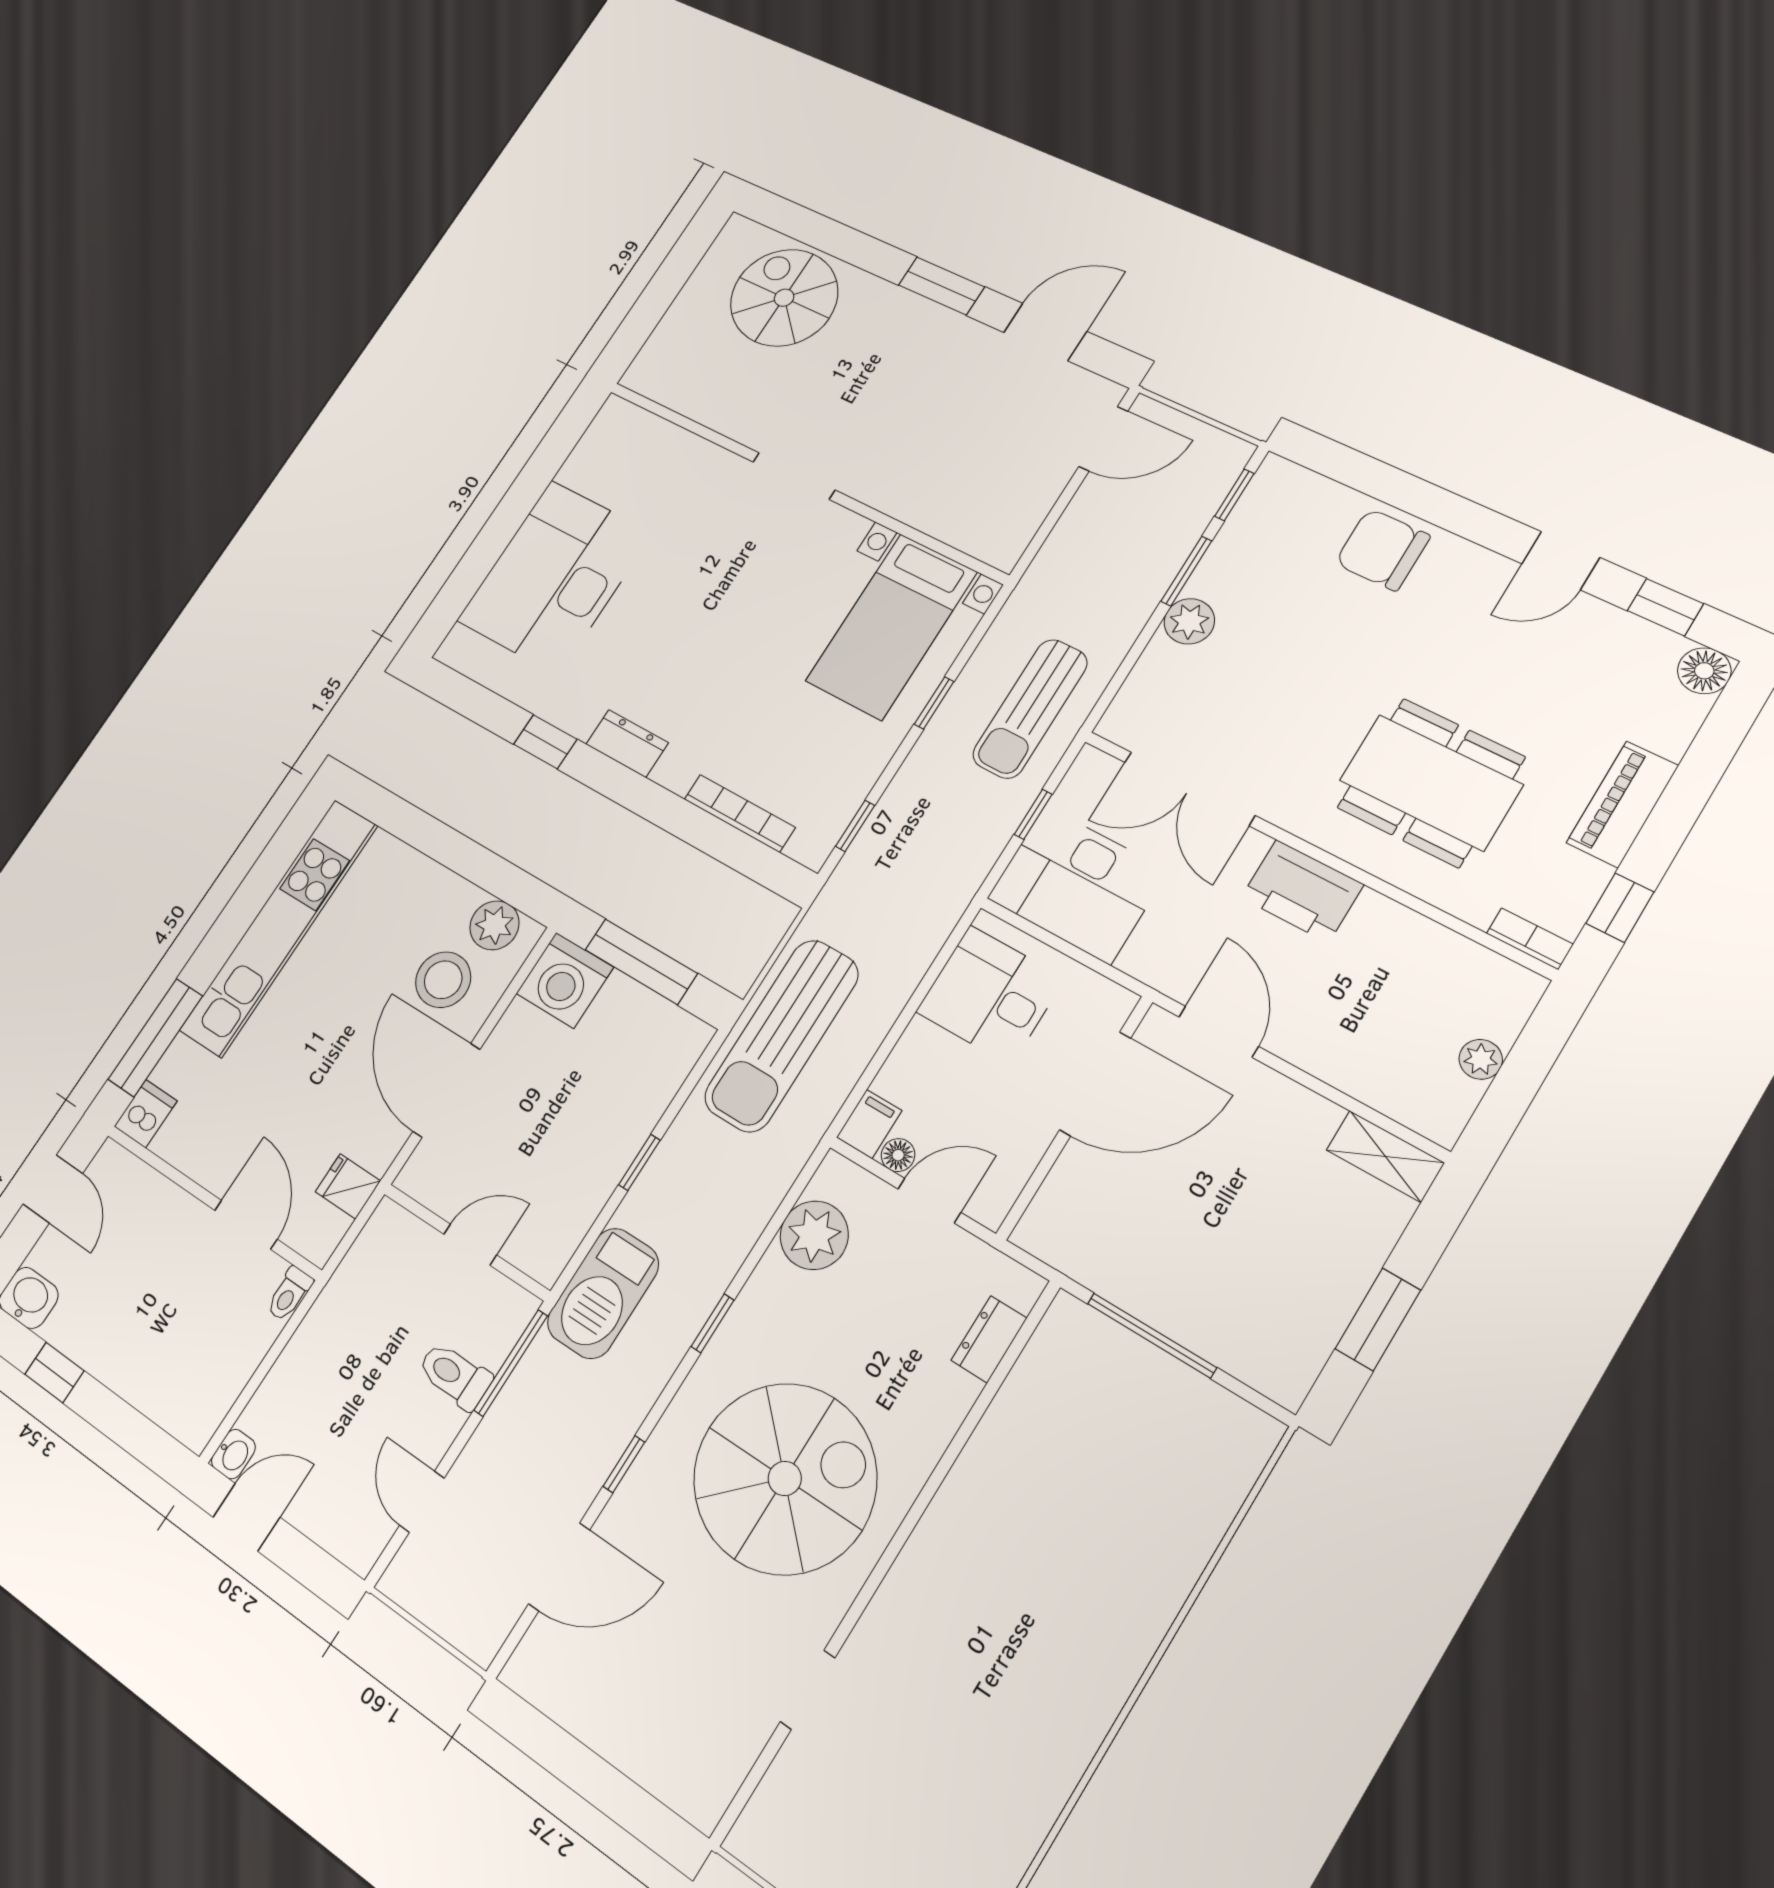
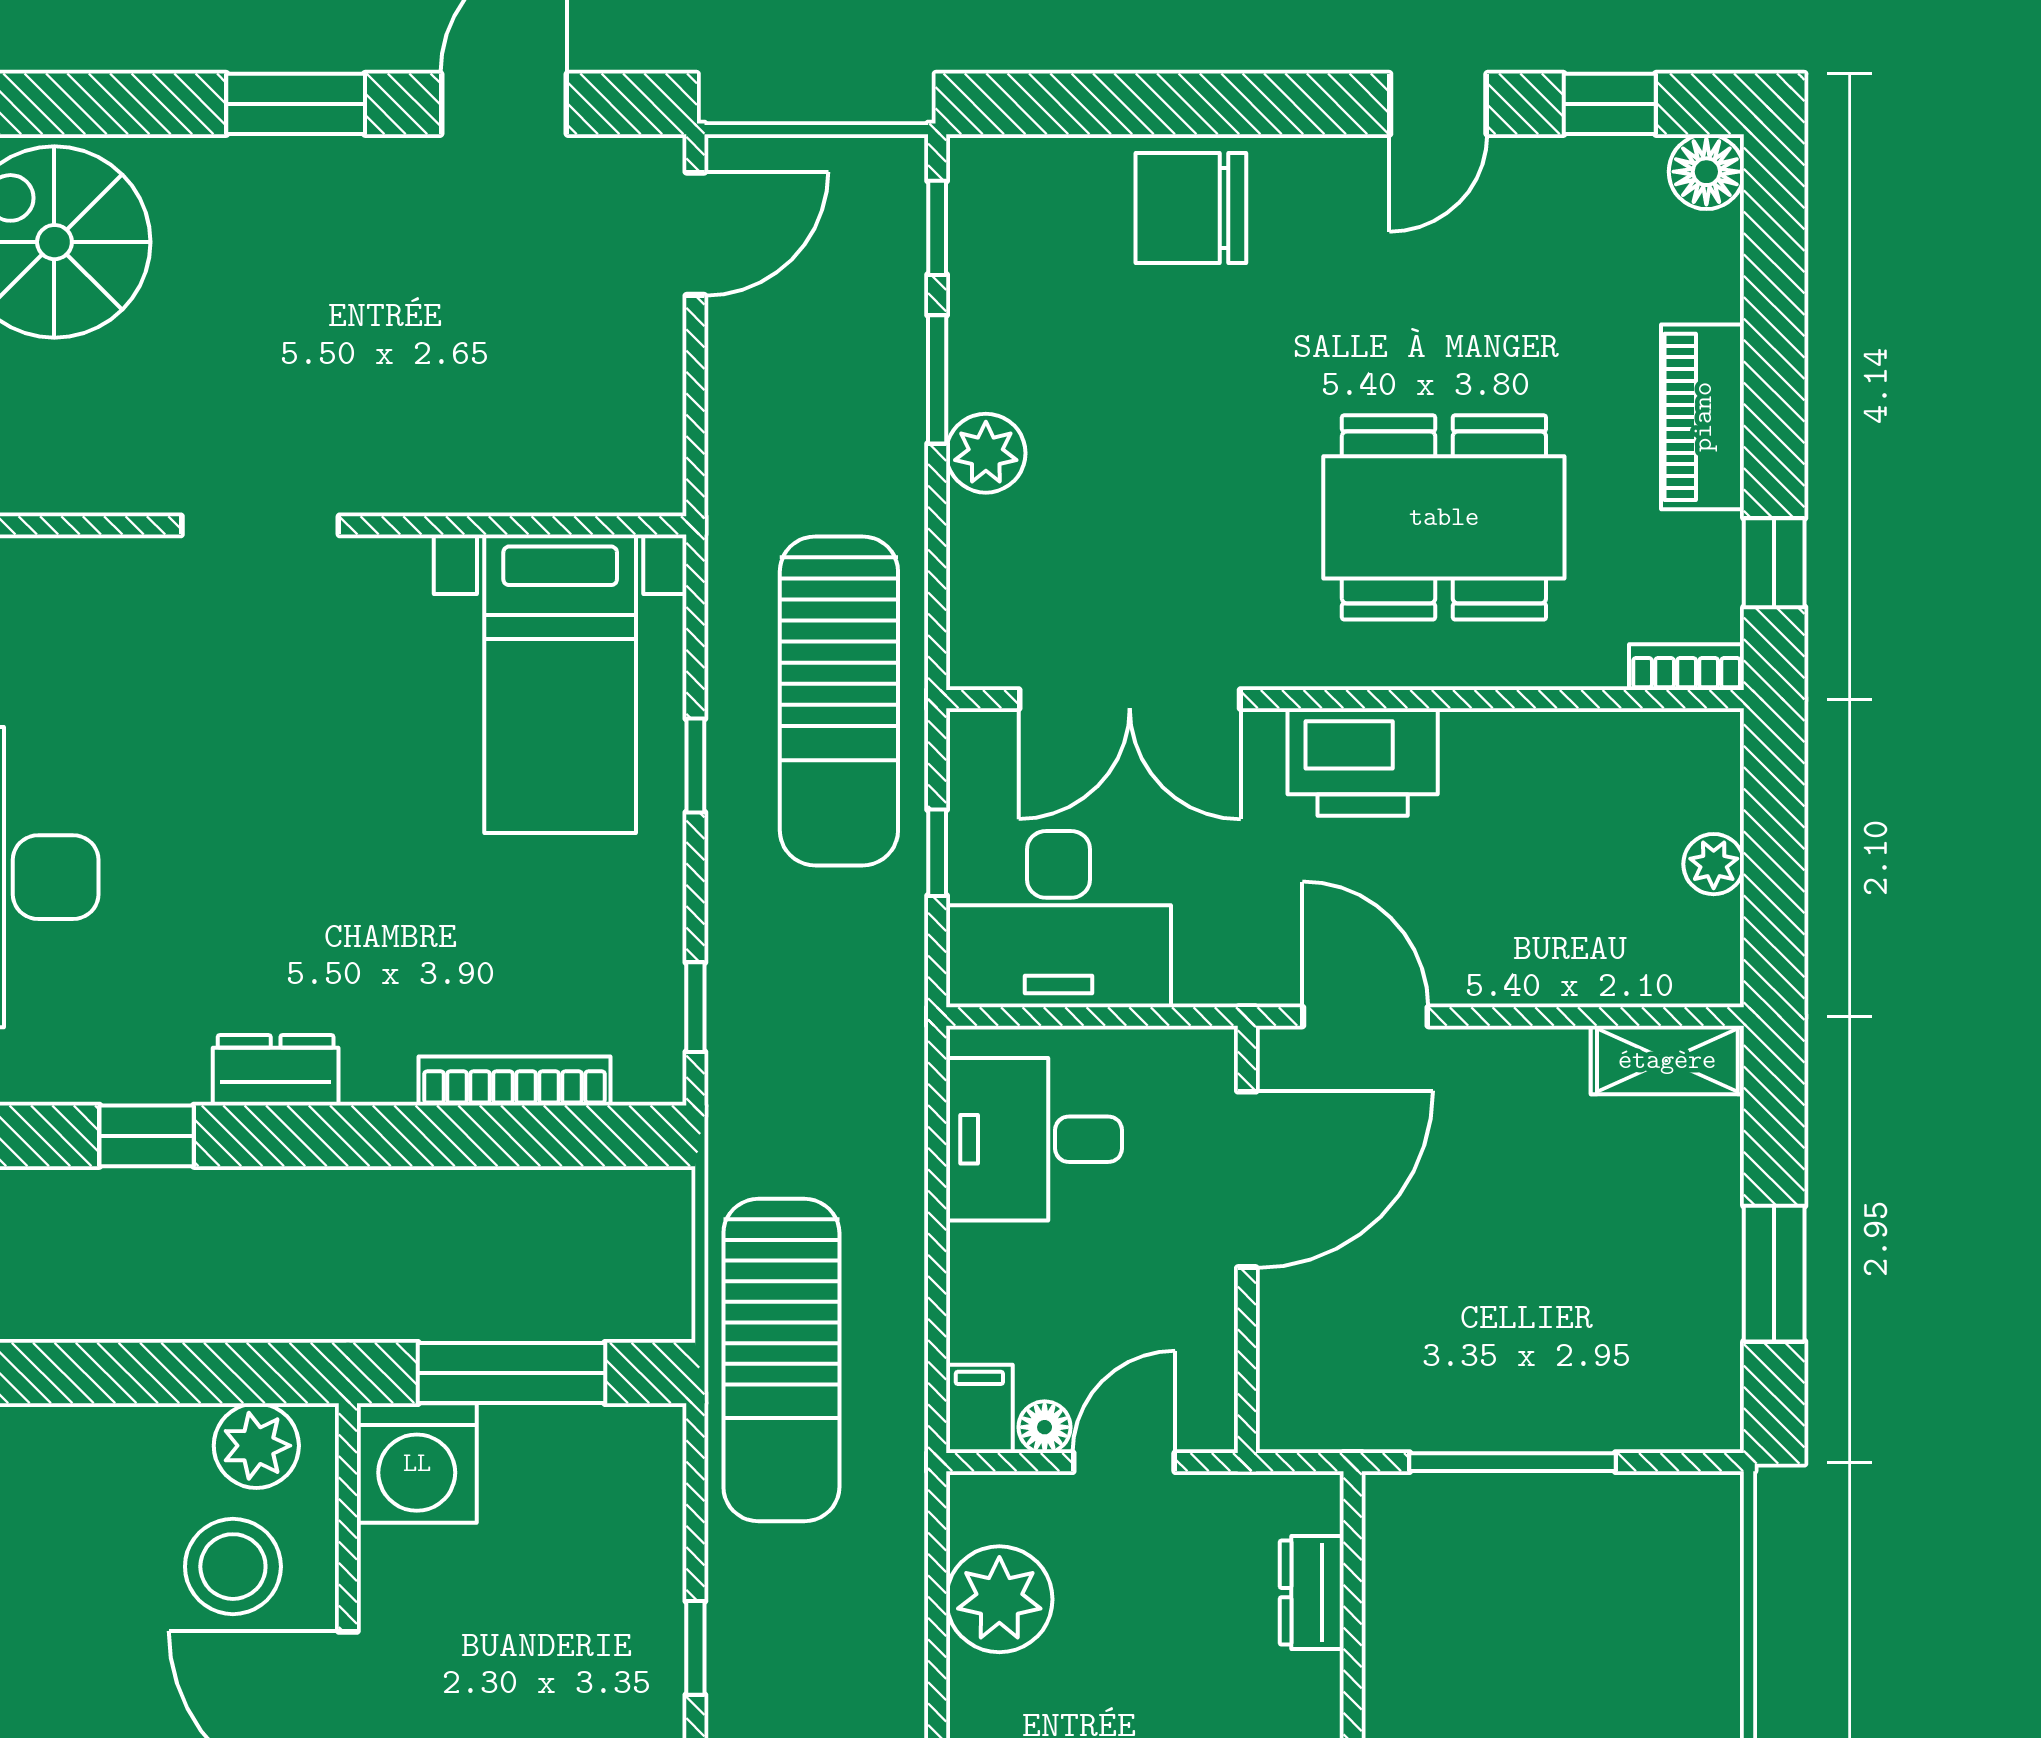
sun lounger: (1030, 709) -> (839, 701), width x1.36, depth x1.34

